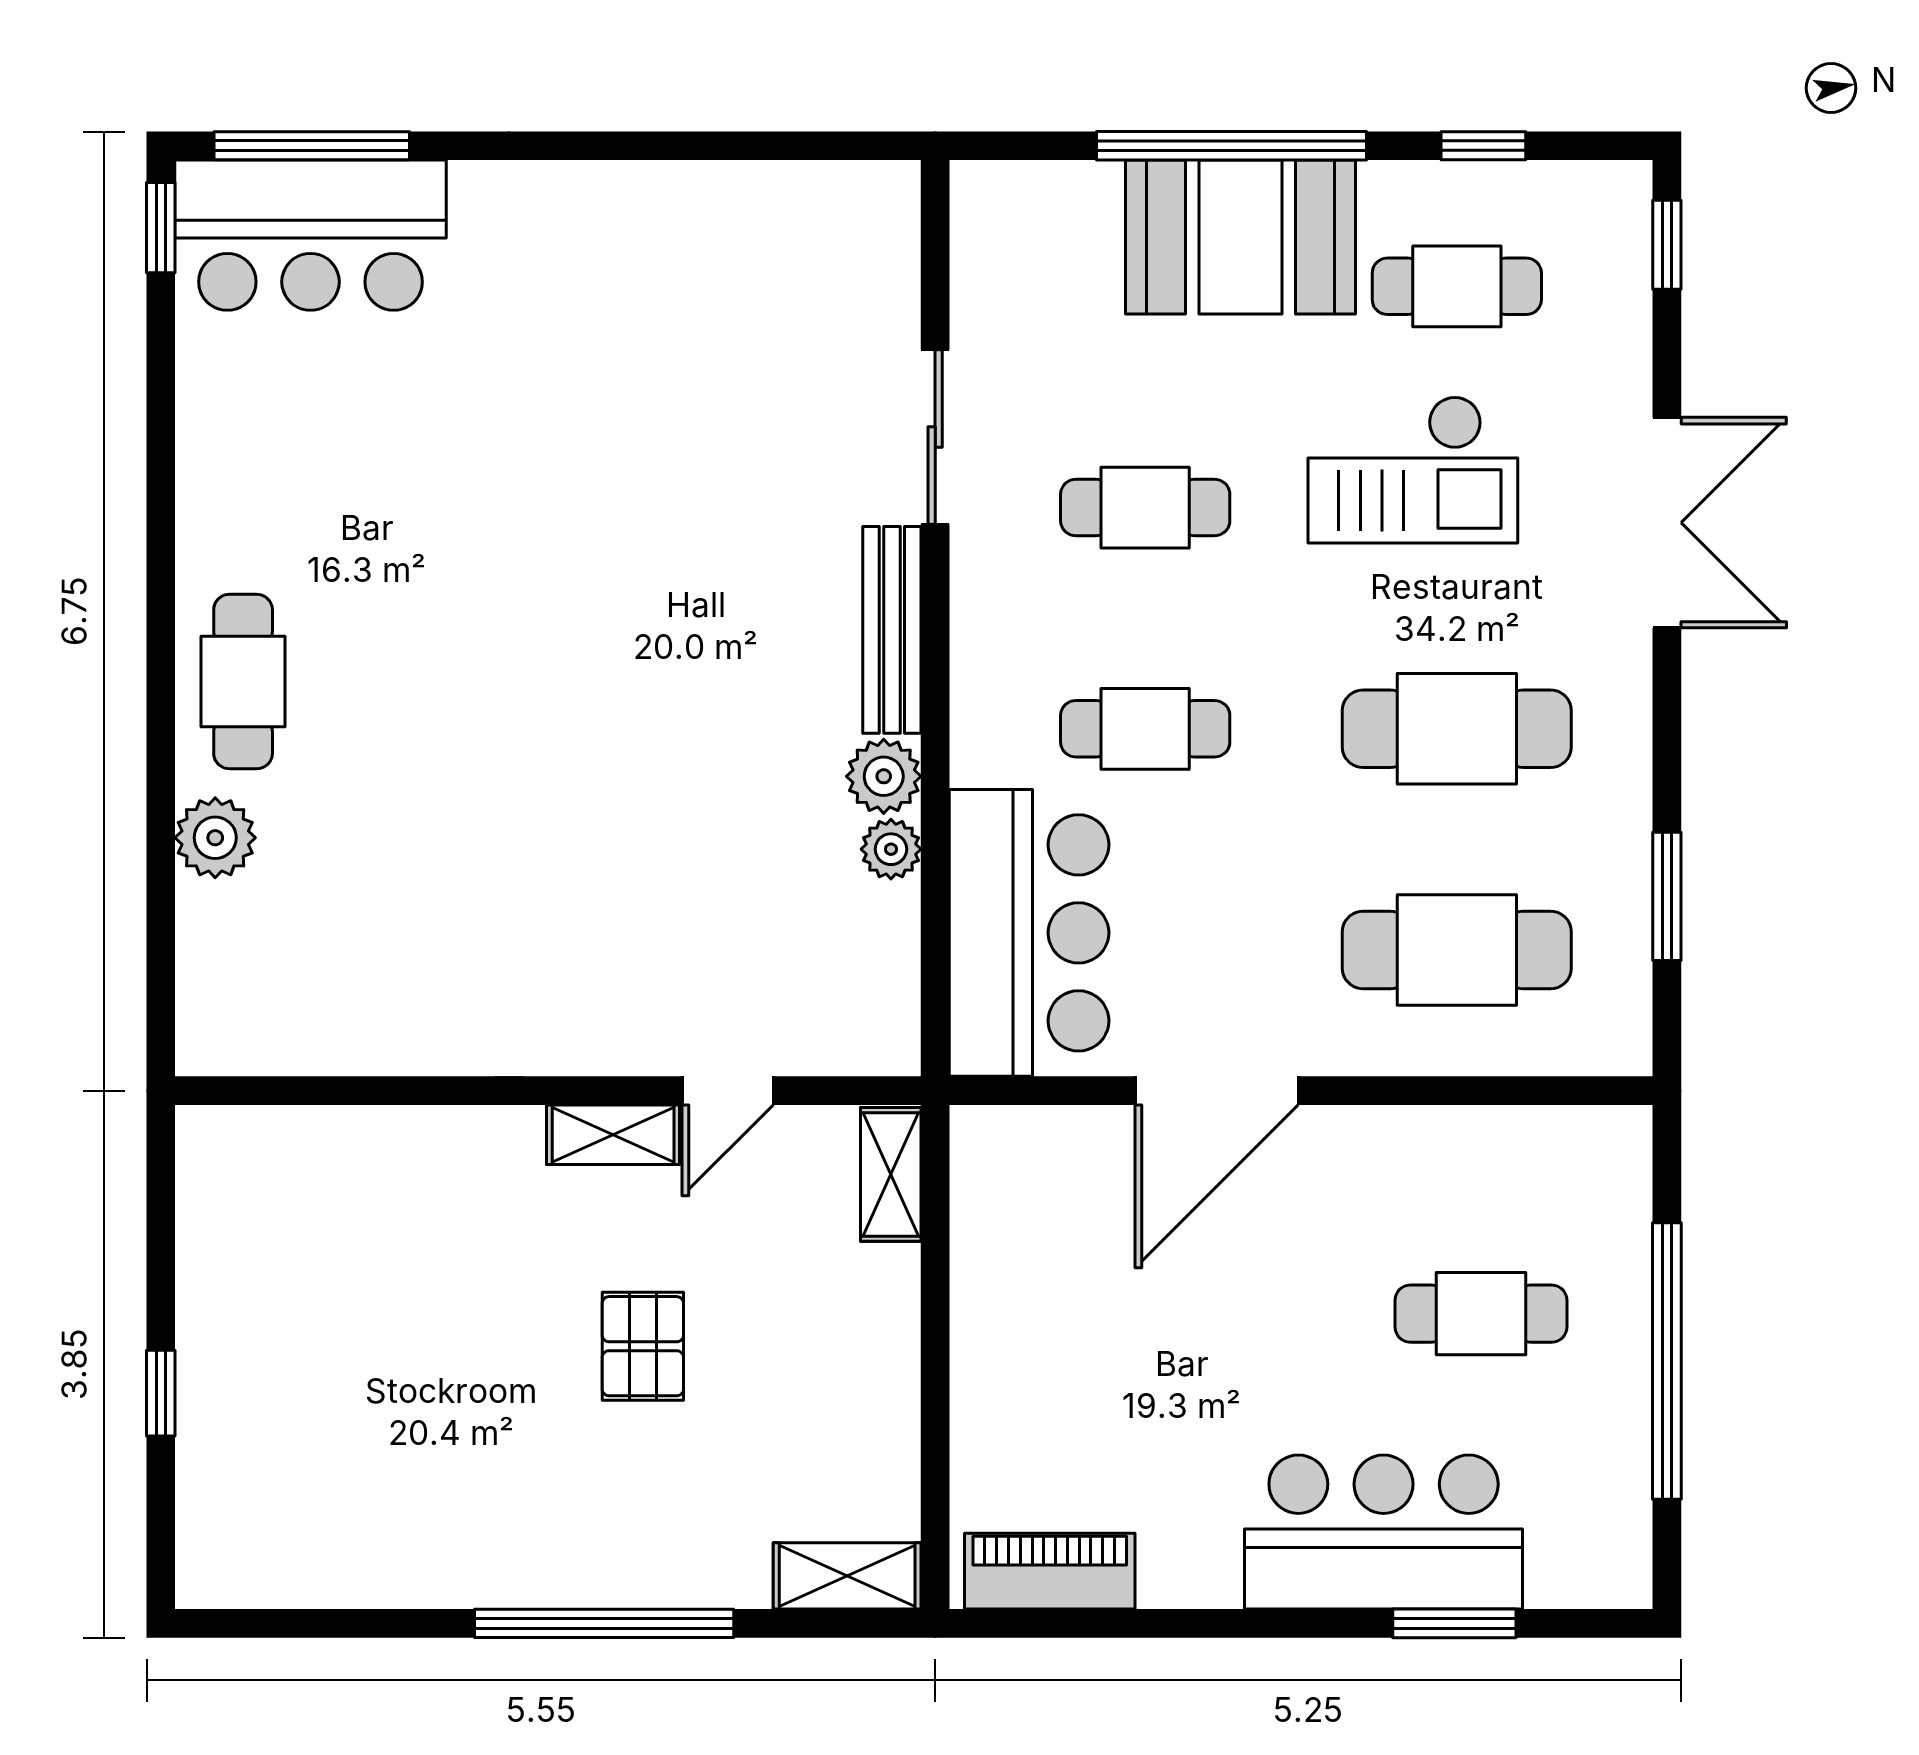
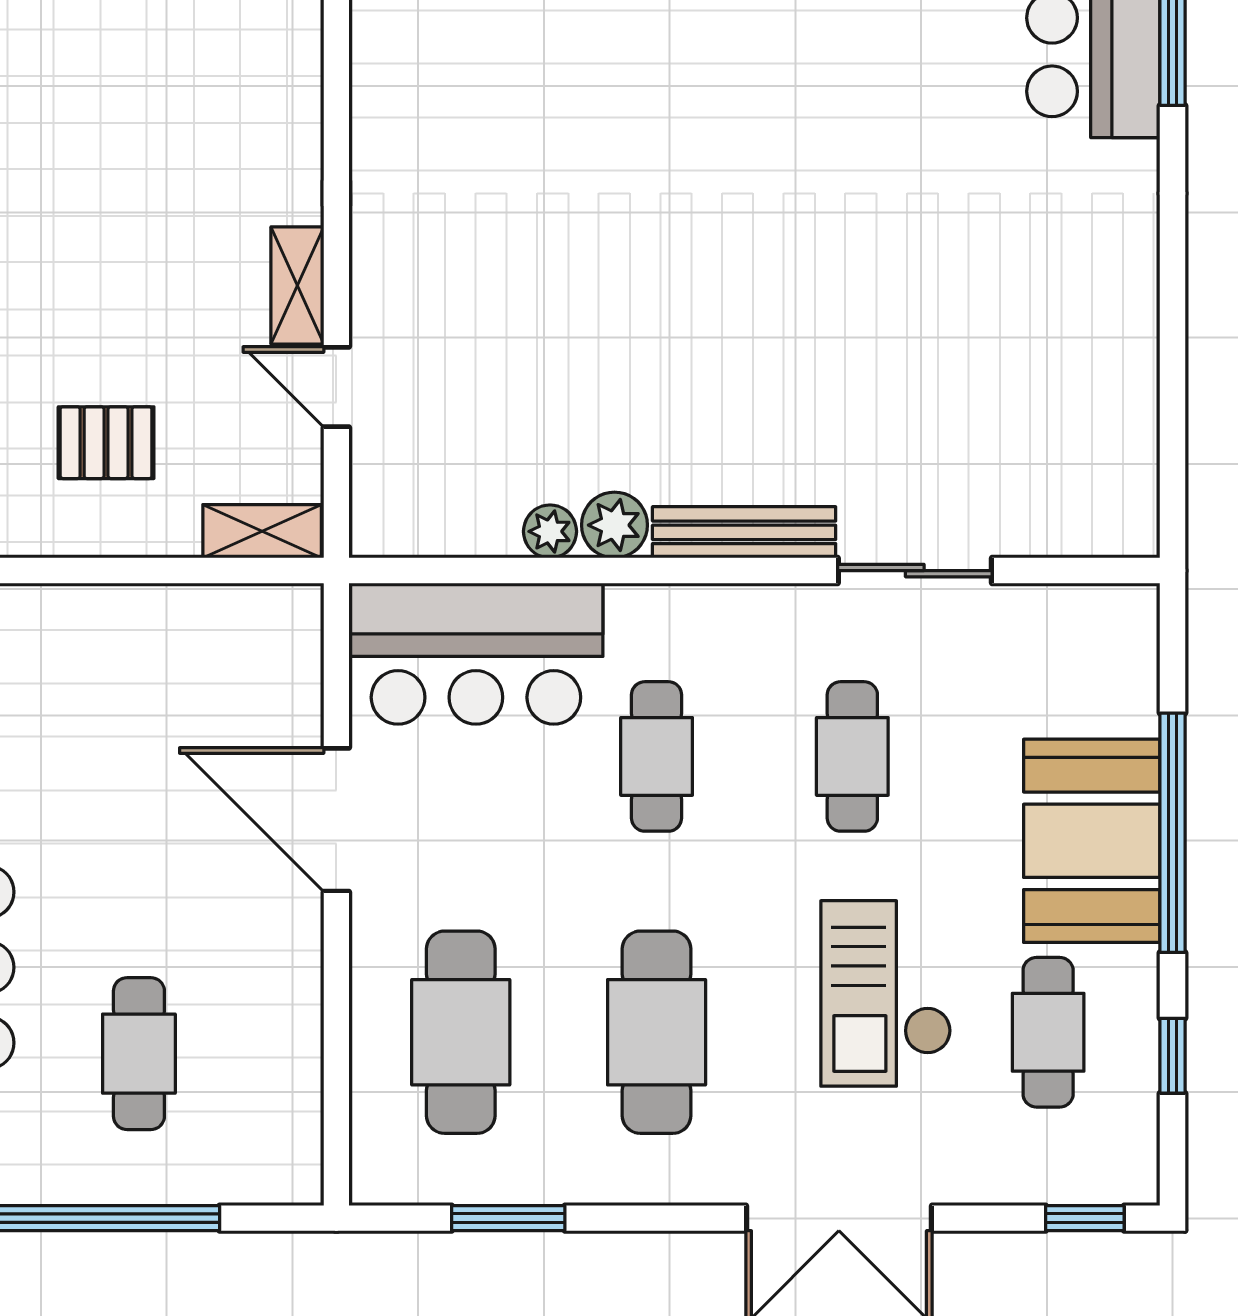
pallet: (643, 1346) -> (106, 443), moved

